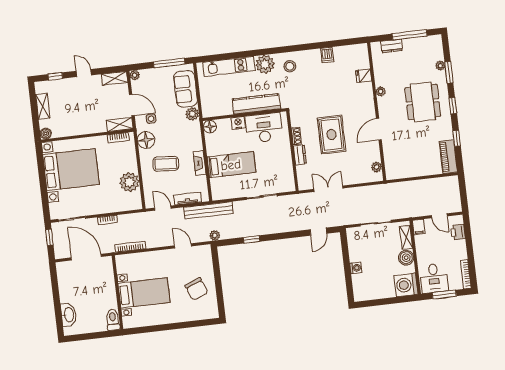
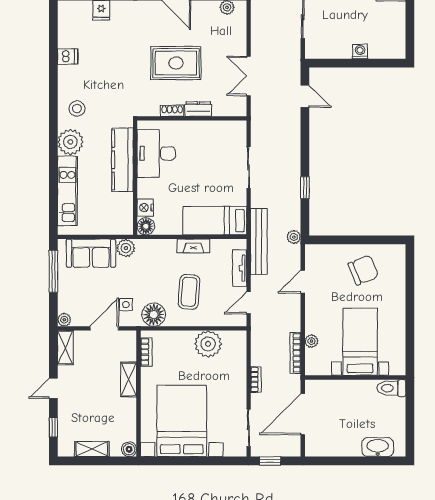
nightstand: (238, 123) -> (145, 208), moved
shelving: (120, 124) -> (129, 379), moved
bed: (231, 165) -> (215, 221), moved, turned -90
plant: (140, 257) -> (311, 341), added

